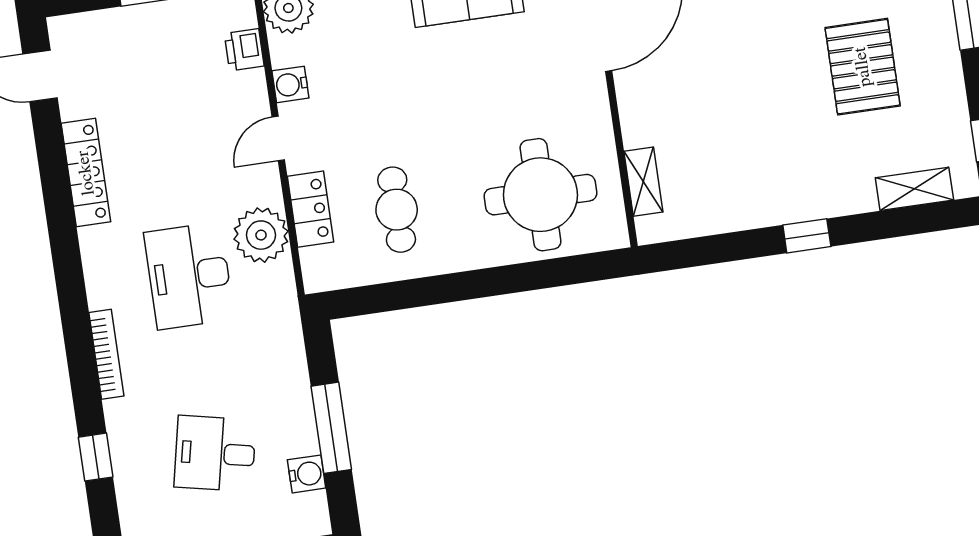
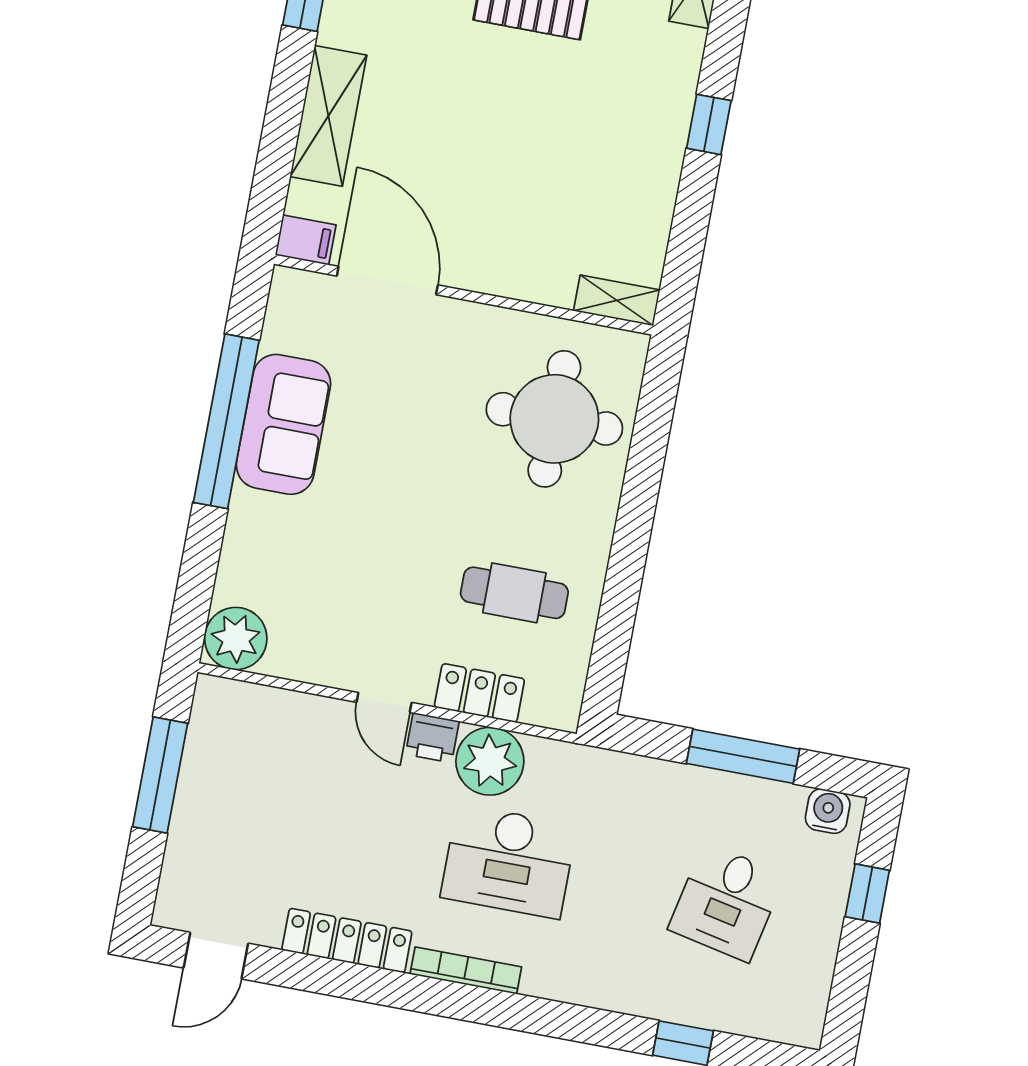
printer: (244, 50) -> (432, 738), moved
water cooler: (290, 84) -> (326, 667), removed
shelving: (643, 182) -> (617, 300), moved
bookcase: (106, 354) -> (466, 970), moved
water cooler: (307, 474) -> (828, 811), moved

